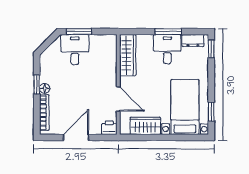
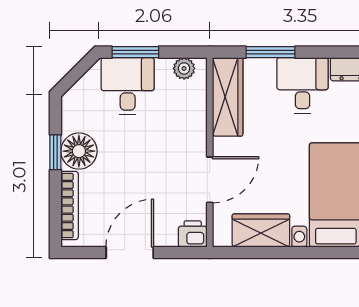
window: (168, 32) -> (270, 52), moved
plant: (105, 40) -> (184, 68), added
floor lamp: (45, 88) -> (79, 151), width x1.89, depth x1.89
door: (118, 99) -> (210, 180), hinge flipped

